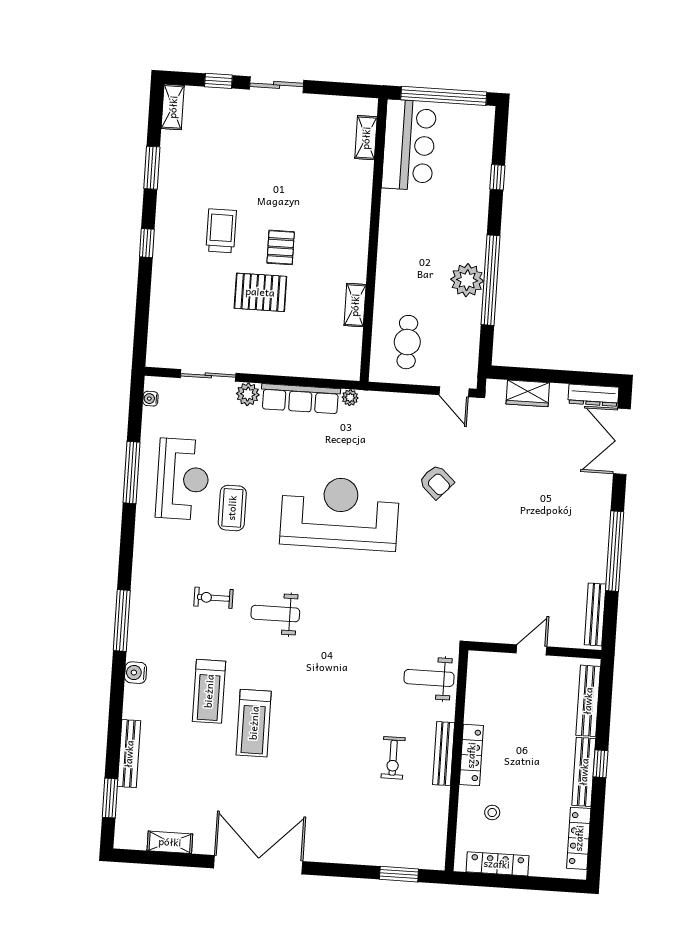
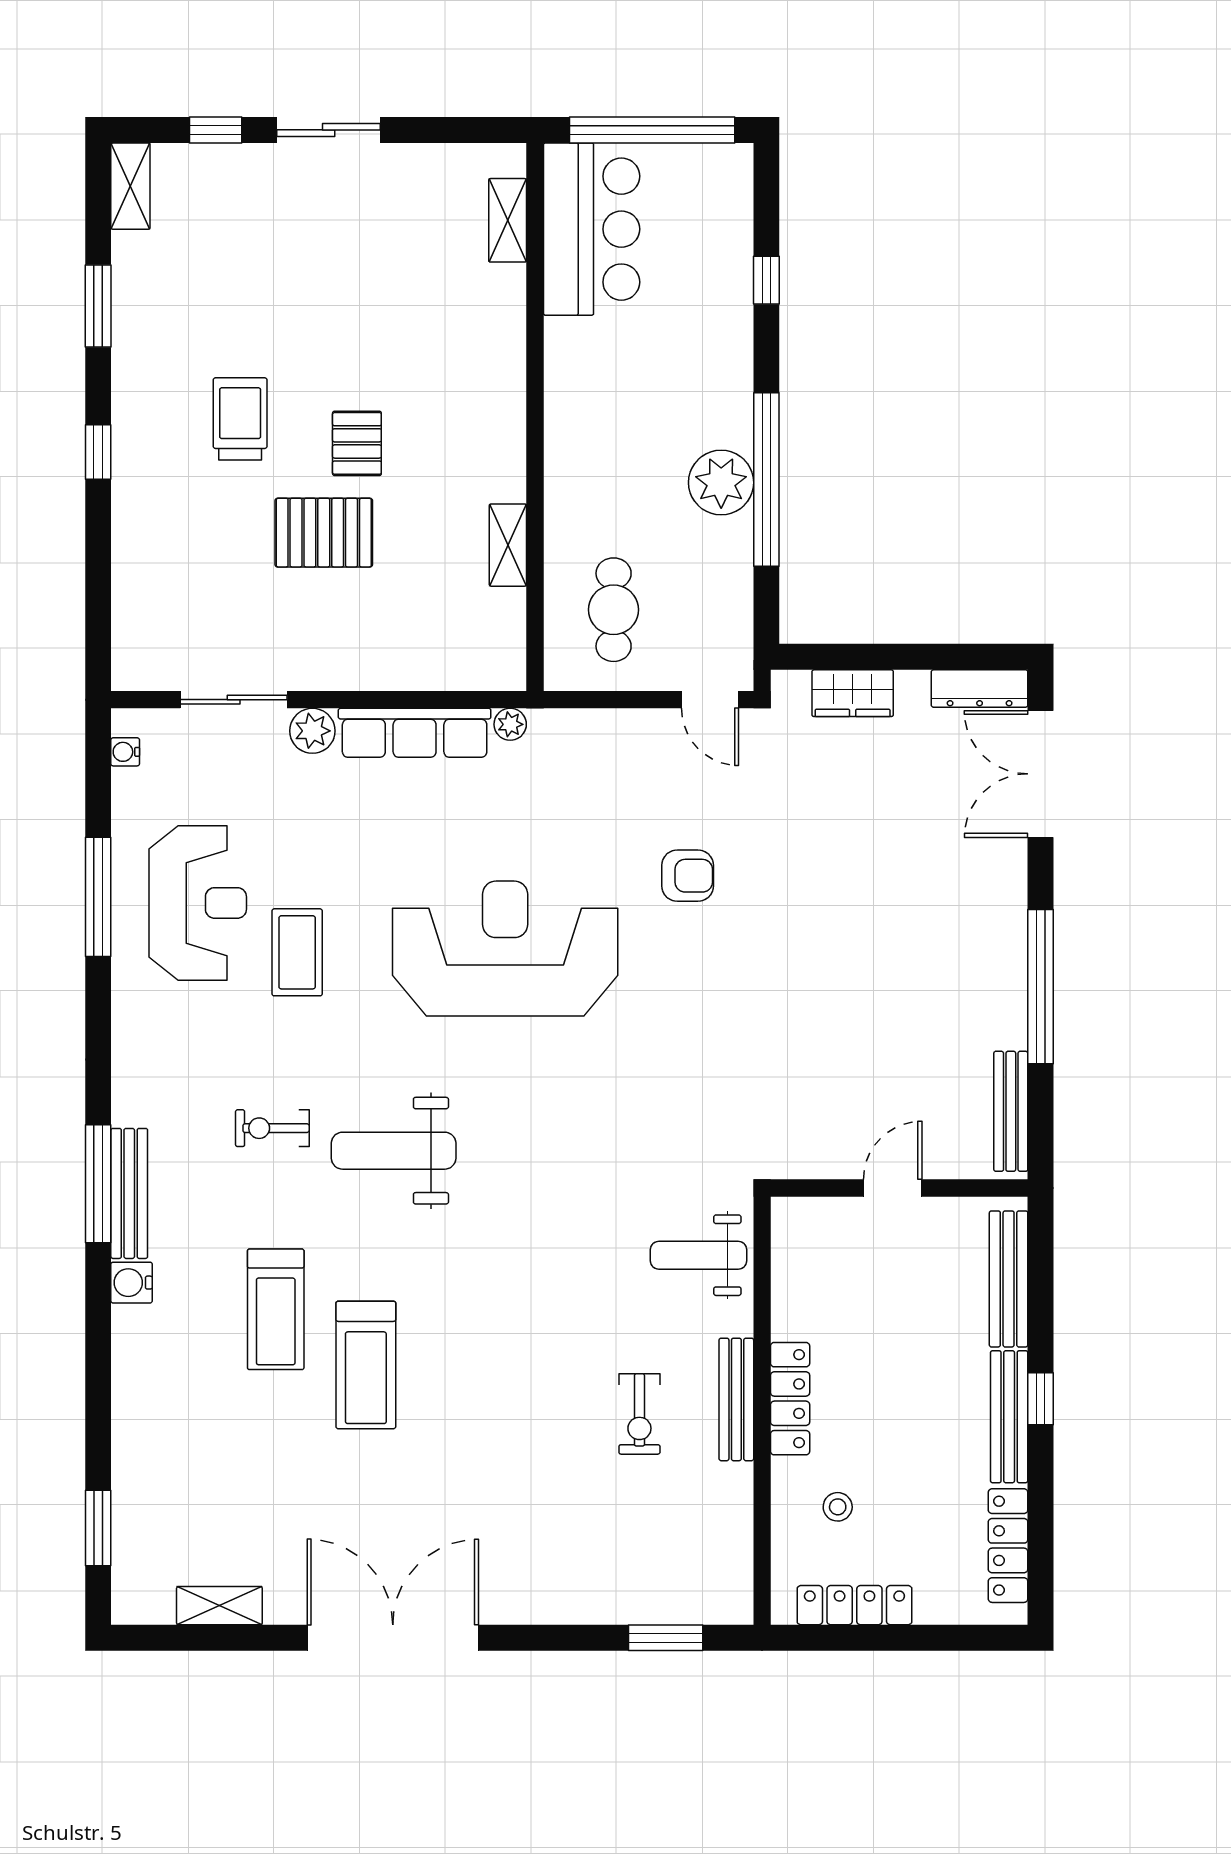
armchair: (436, 482) -> (688, 876), turned -43
weight bench: (275, 614) -> (394, 1151), width x1.36, depth x1.33
bench: (129, 754) -> (129, 1193), moved

